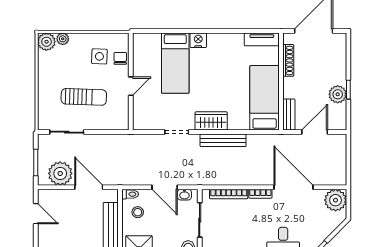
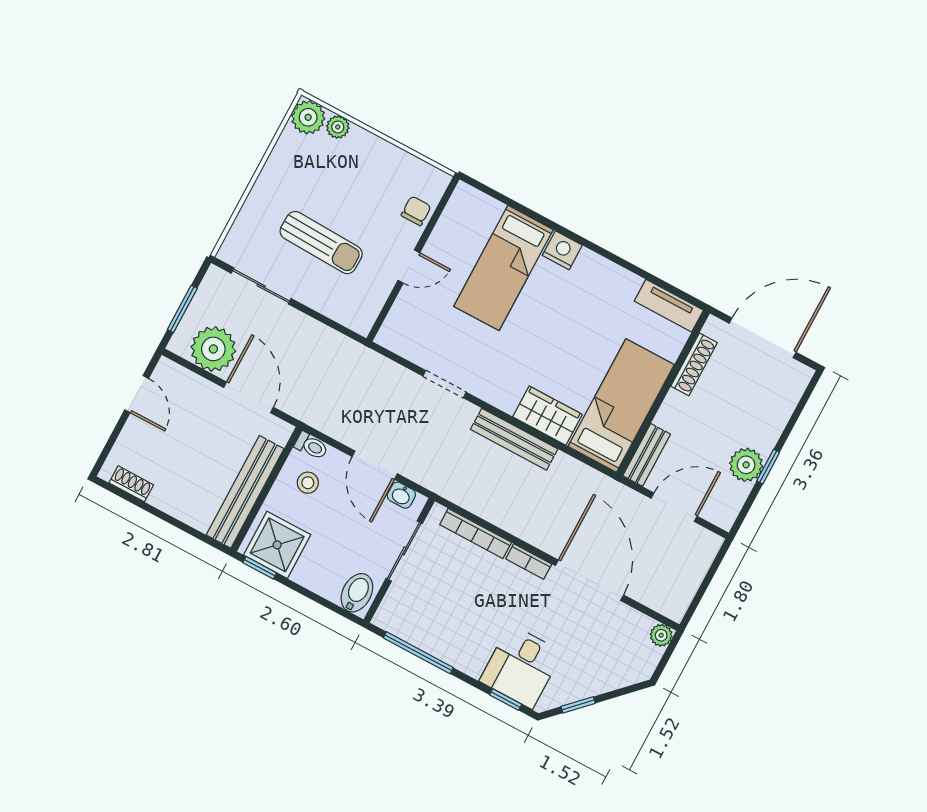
side table: (99, 56) -> (383, 189), removed
wardrobe: (211, 121) -> (548, 416), moved
plant: (336, 200) -> (661, 635), width x0.53, depth x0.53

